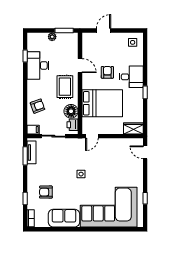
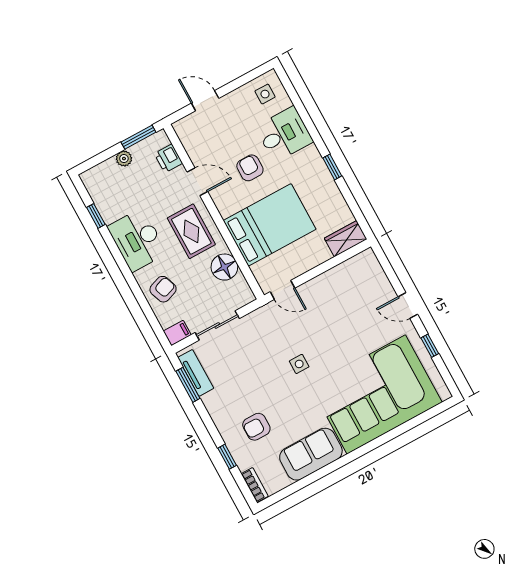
door: (104, 31) -> (205, 101), hinge flipped
desk: (38, 65) -> (137, 240), moved
desk: (131, 77) -> (284, 134), moved
printer: (73, 125) -> (168, 158), moved
door: (92, 136) -> (282, 290), hinge flipped
door: (145, 152) -> (408, 306), moved

